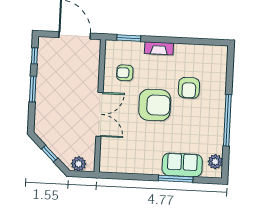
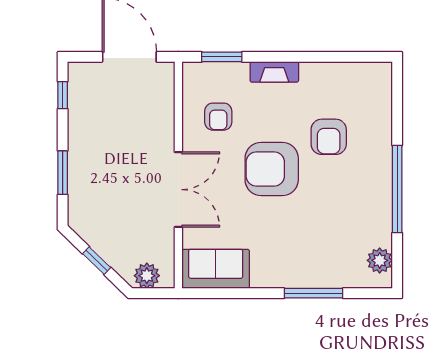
armchair: (125, 73) -> (218, 117), turned -90
window: (33, 89) -> (63, 173), moved
armchair: (155, 105) -> (272, 169), turned 180
sofa: (182, 165) -> (216, 269), moved

